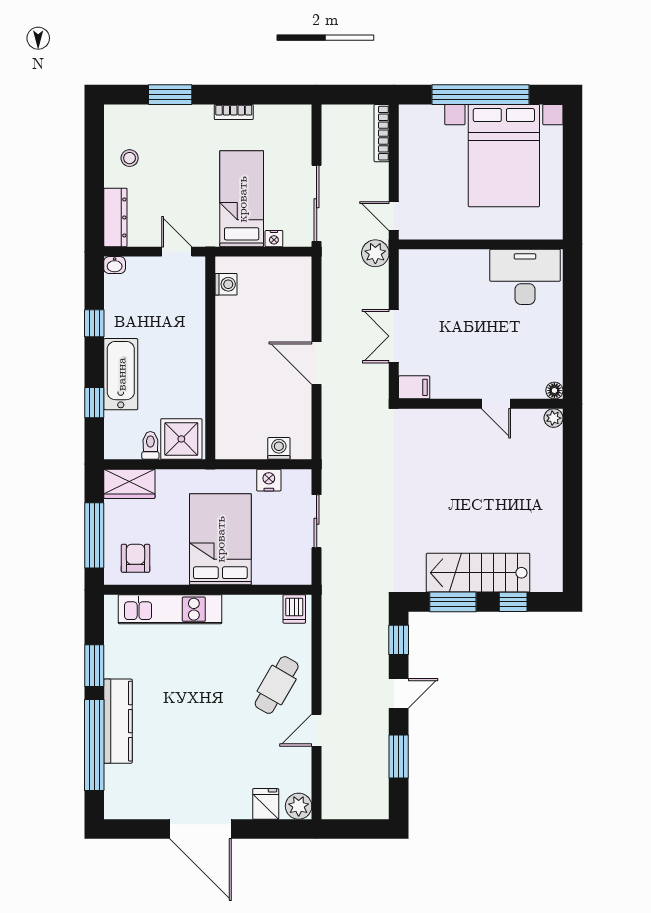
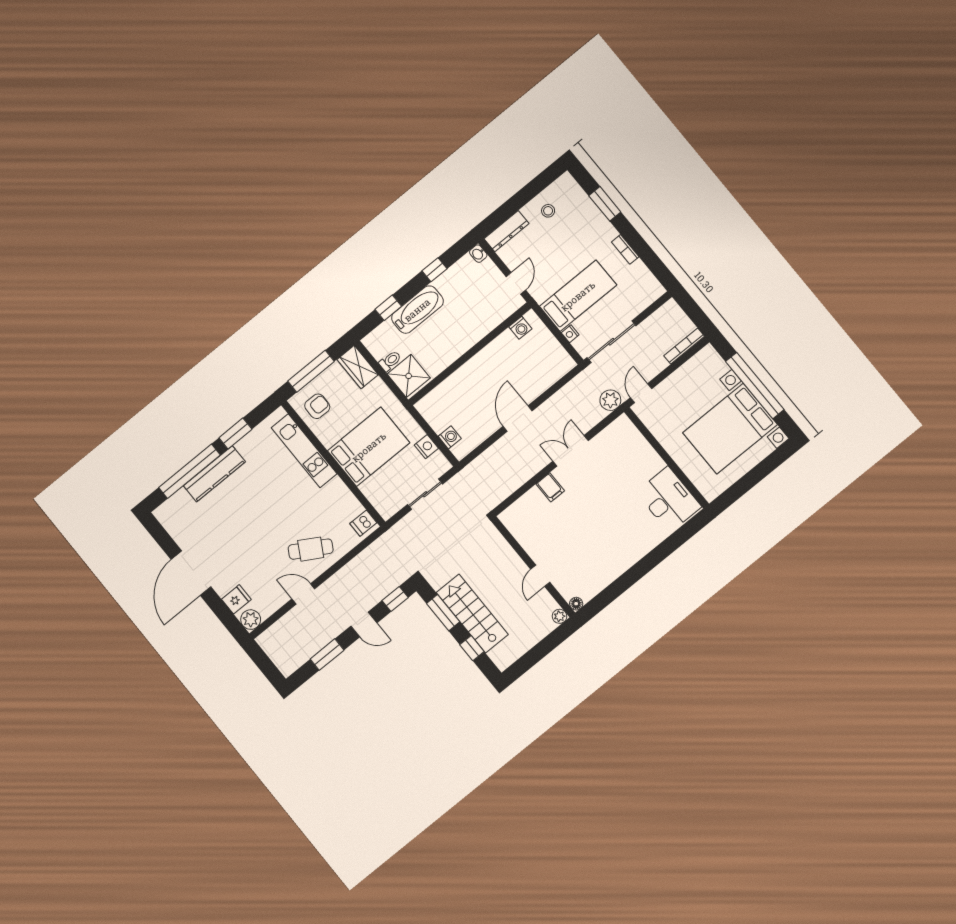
floor lamp: (554, 391) -> (576, 604), moved
wall: (481, 404) -> (533, 567), moved
door: (496, 404) -> (540, 576), moved
plant: (553, 418) -> (560, 616), moved

